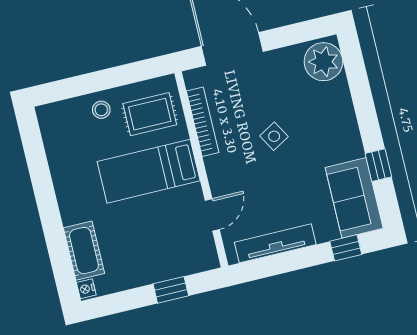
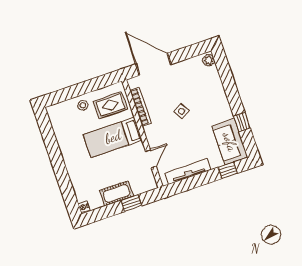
plant: (323, 62) -> (209, 60), width x0.53, depth x0.53
cot: (84, 251) -> (117, 193), moved, turned 90

